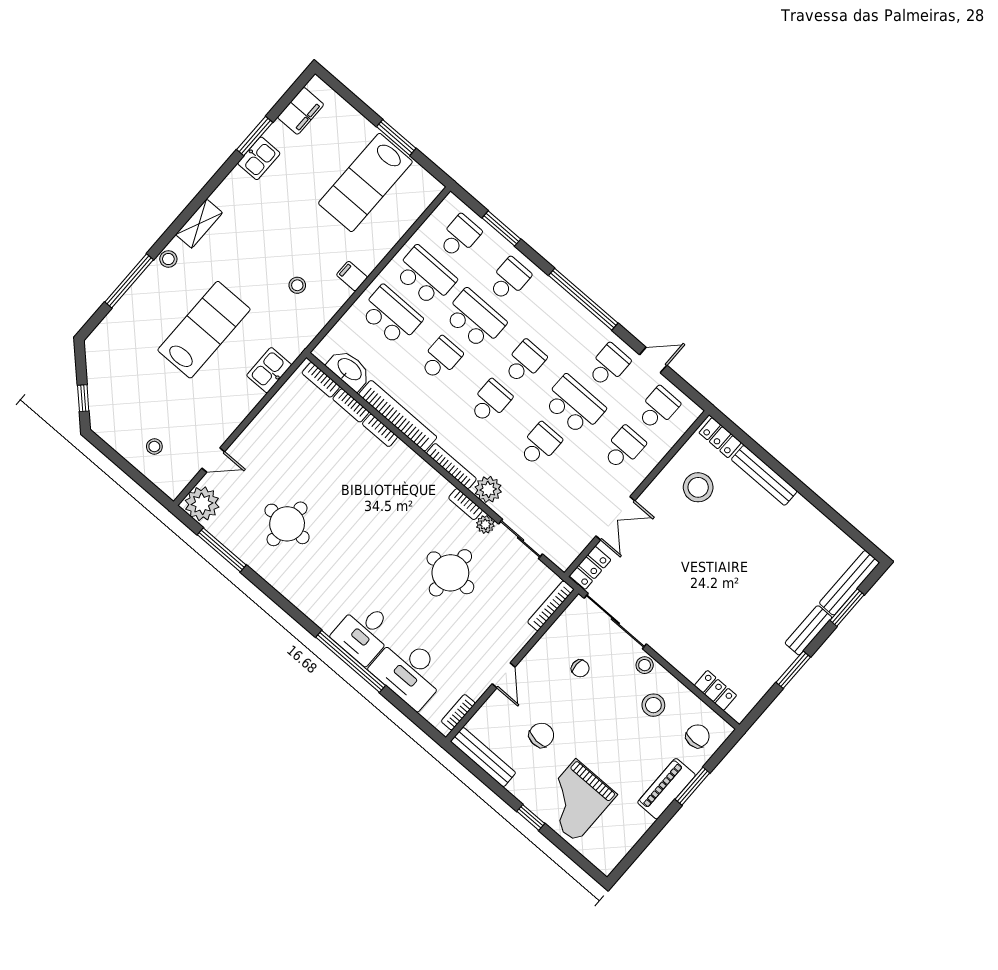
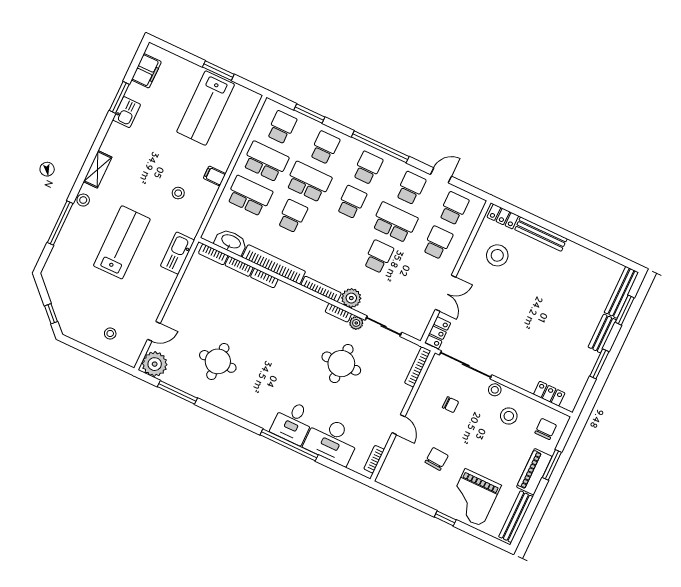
kitchen sink: (269, 370) -> (177, 253), width x1.38
school desk: (490, 402) -> (368, 168), moved
bench: (483, 757) -> (516, 517), moved, turned 90

